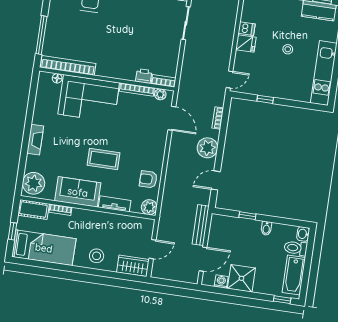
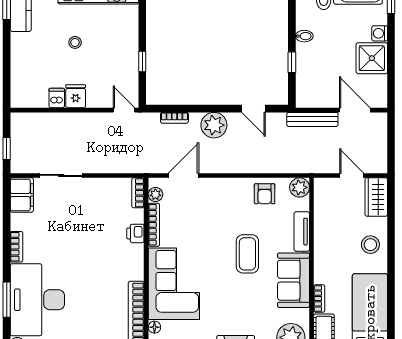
printer: (144, 76) -> (135, 233), moved
washing machine: (221, 282) -> (380, 33), moved

